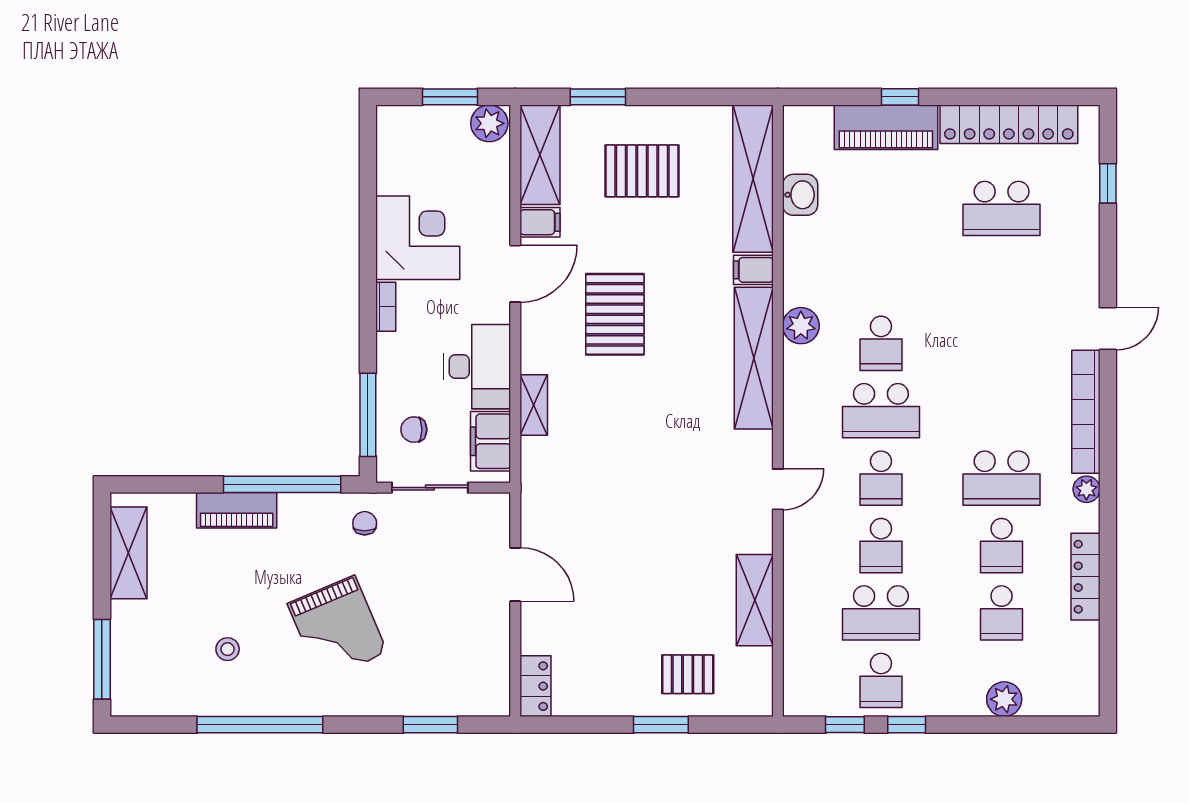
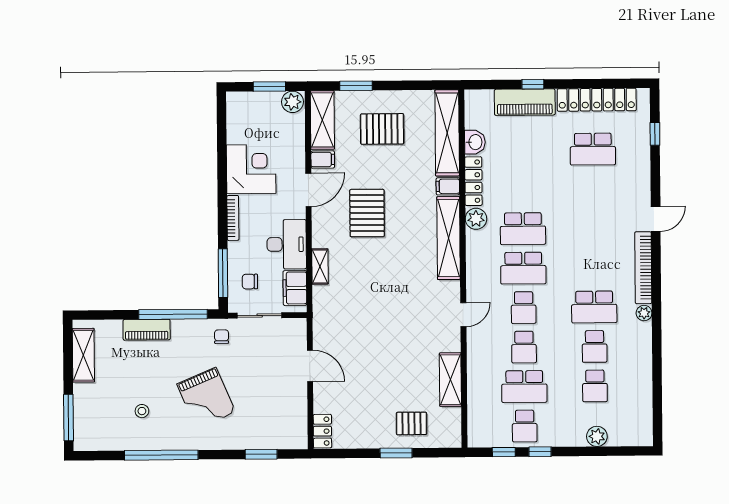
bookcase: (386, 307) -> (233, 218), width x1.56
school desk: (881, 343) -> (523, 229), width x1.85
locker: (1085, 577) -> (473, 181), moved, turned 180

